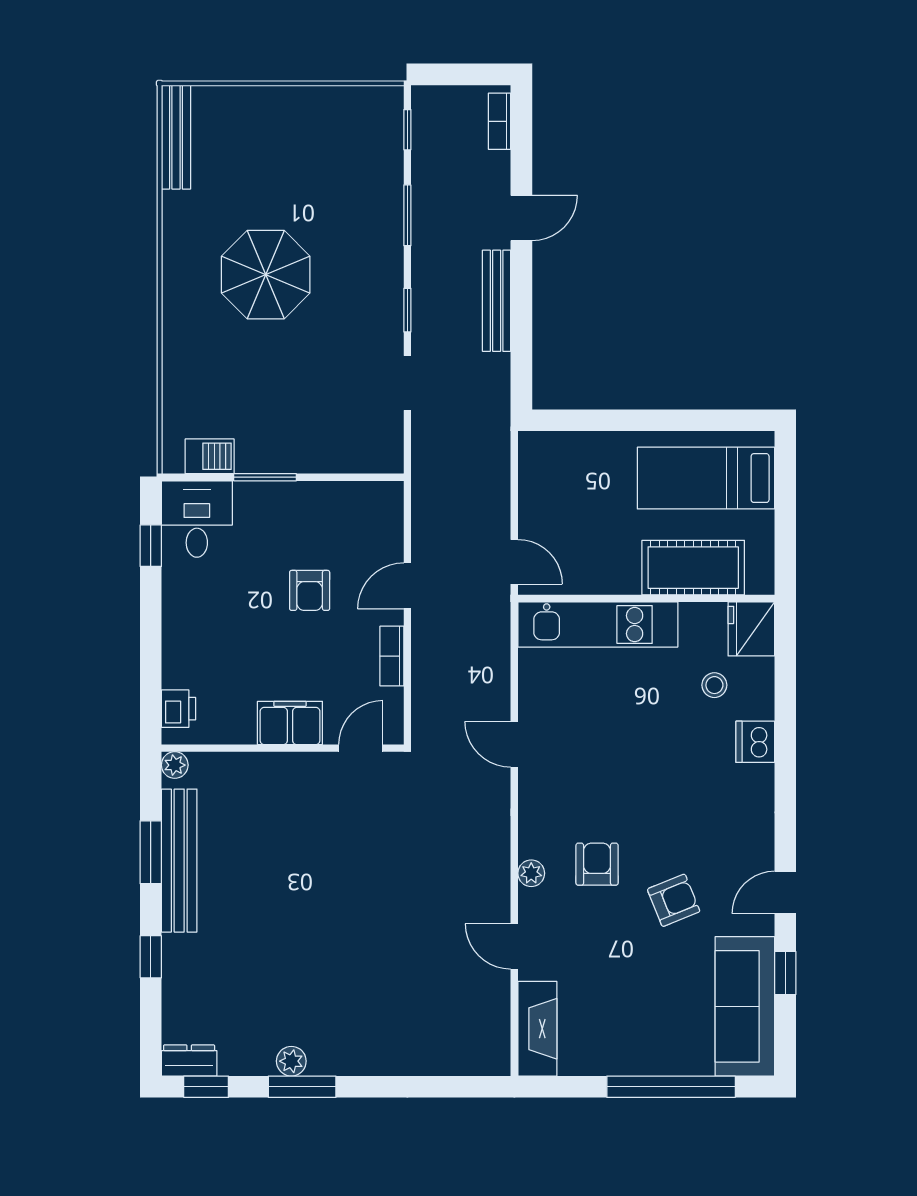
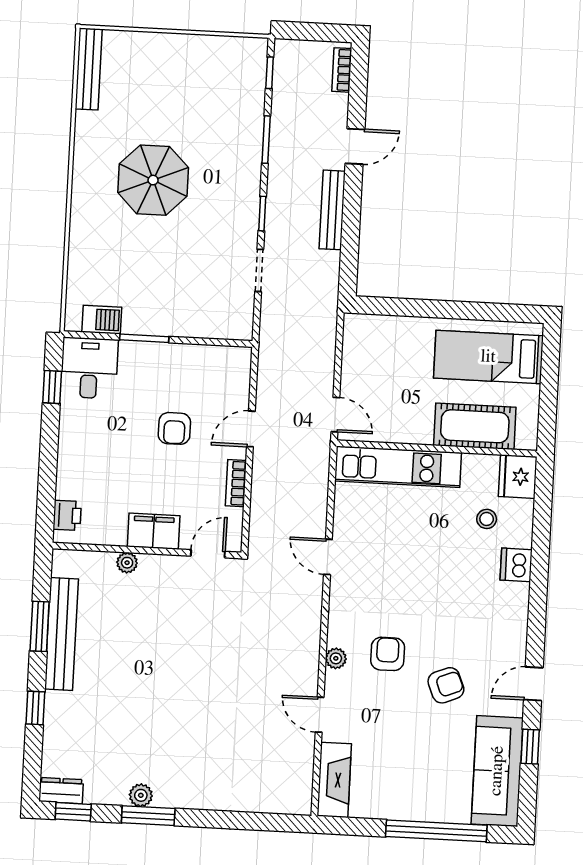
plant: (175, 765) -> (127, 563), moved

